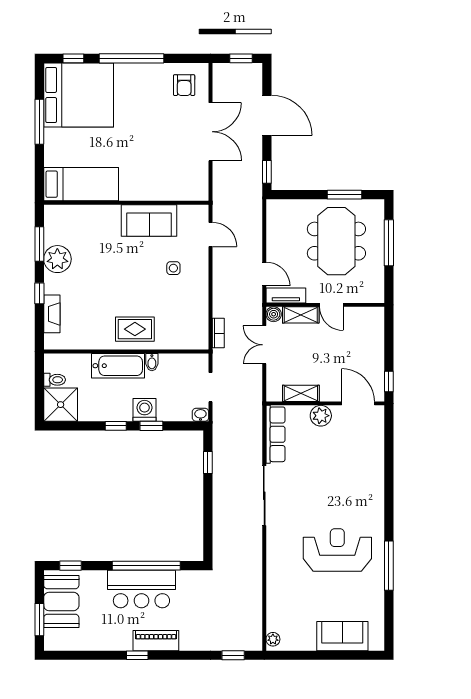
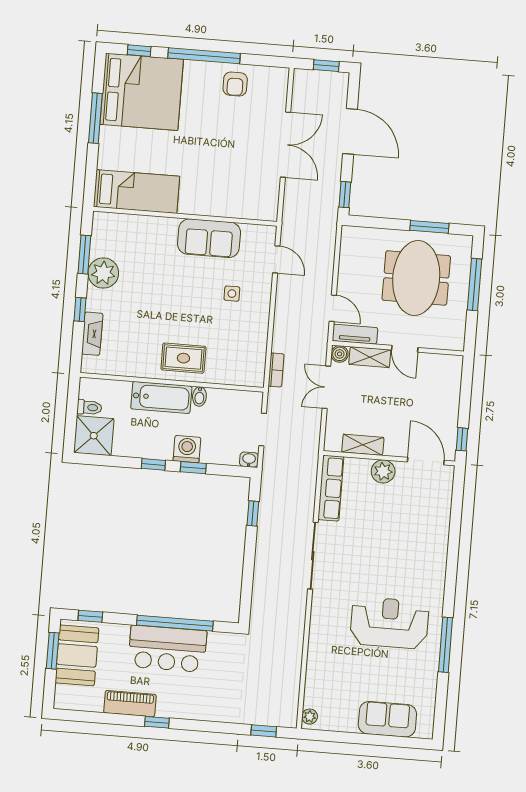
armchair: (184, 85) -> (235, 84), moved
window: (39, 620) -> (53, 651), moved
piano: (156, 641) -> (130, 704), moved

